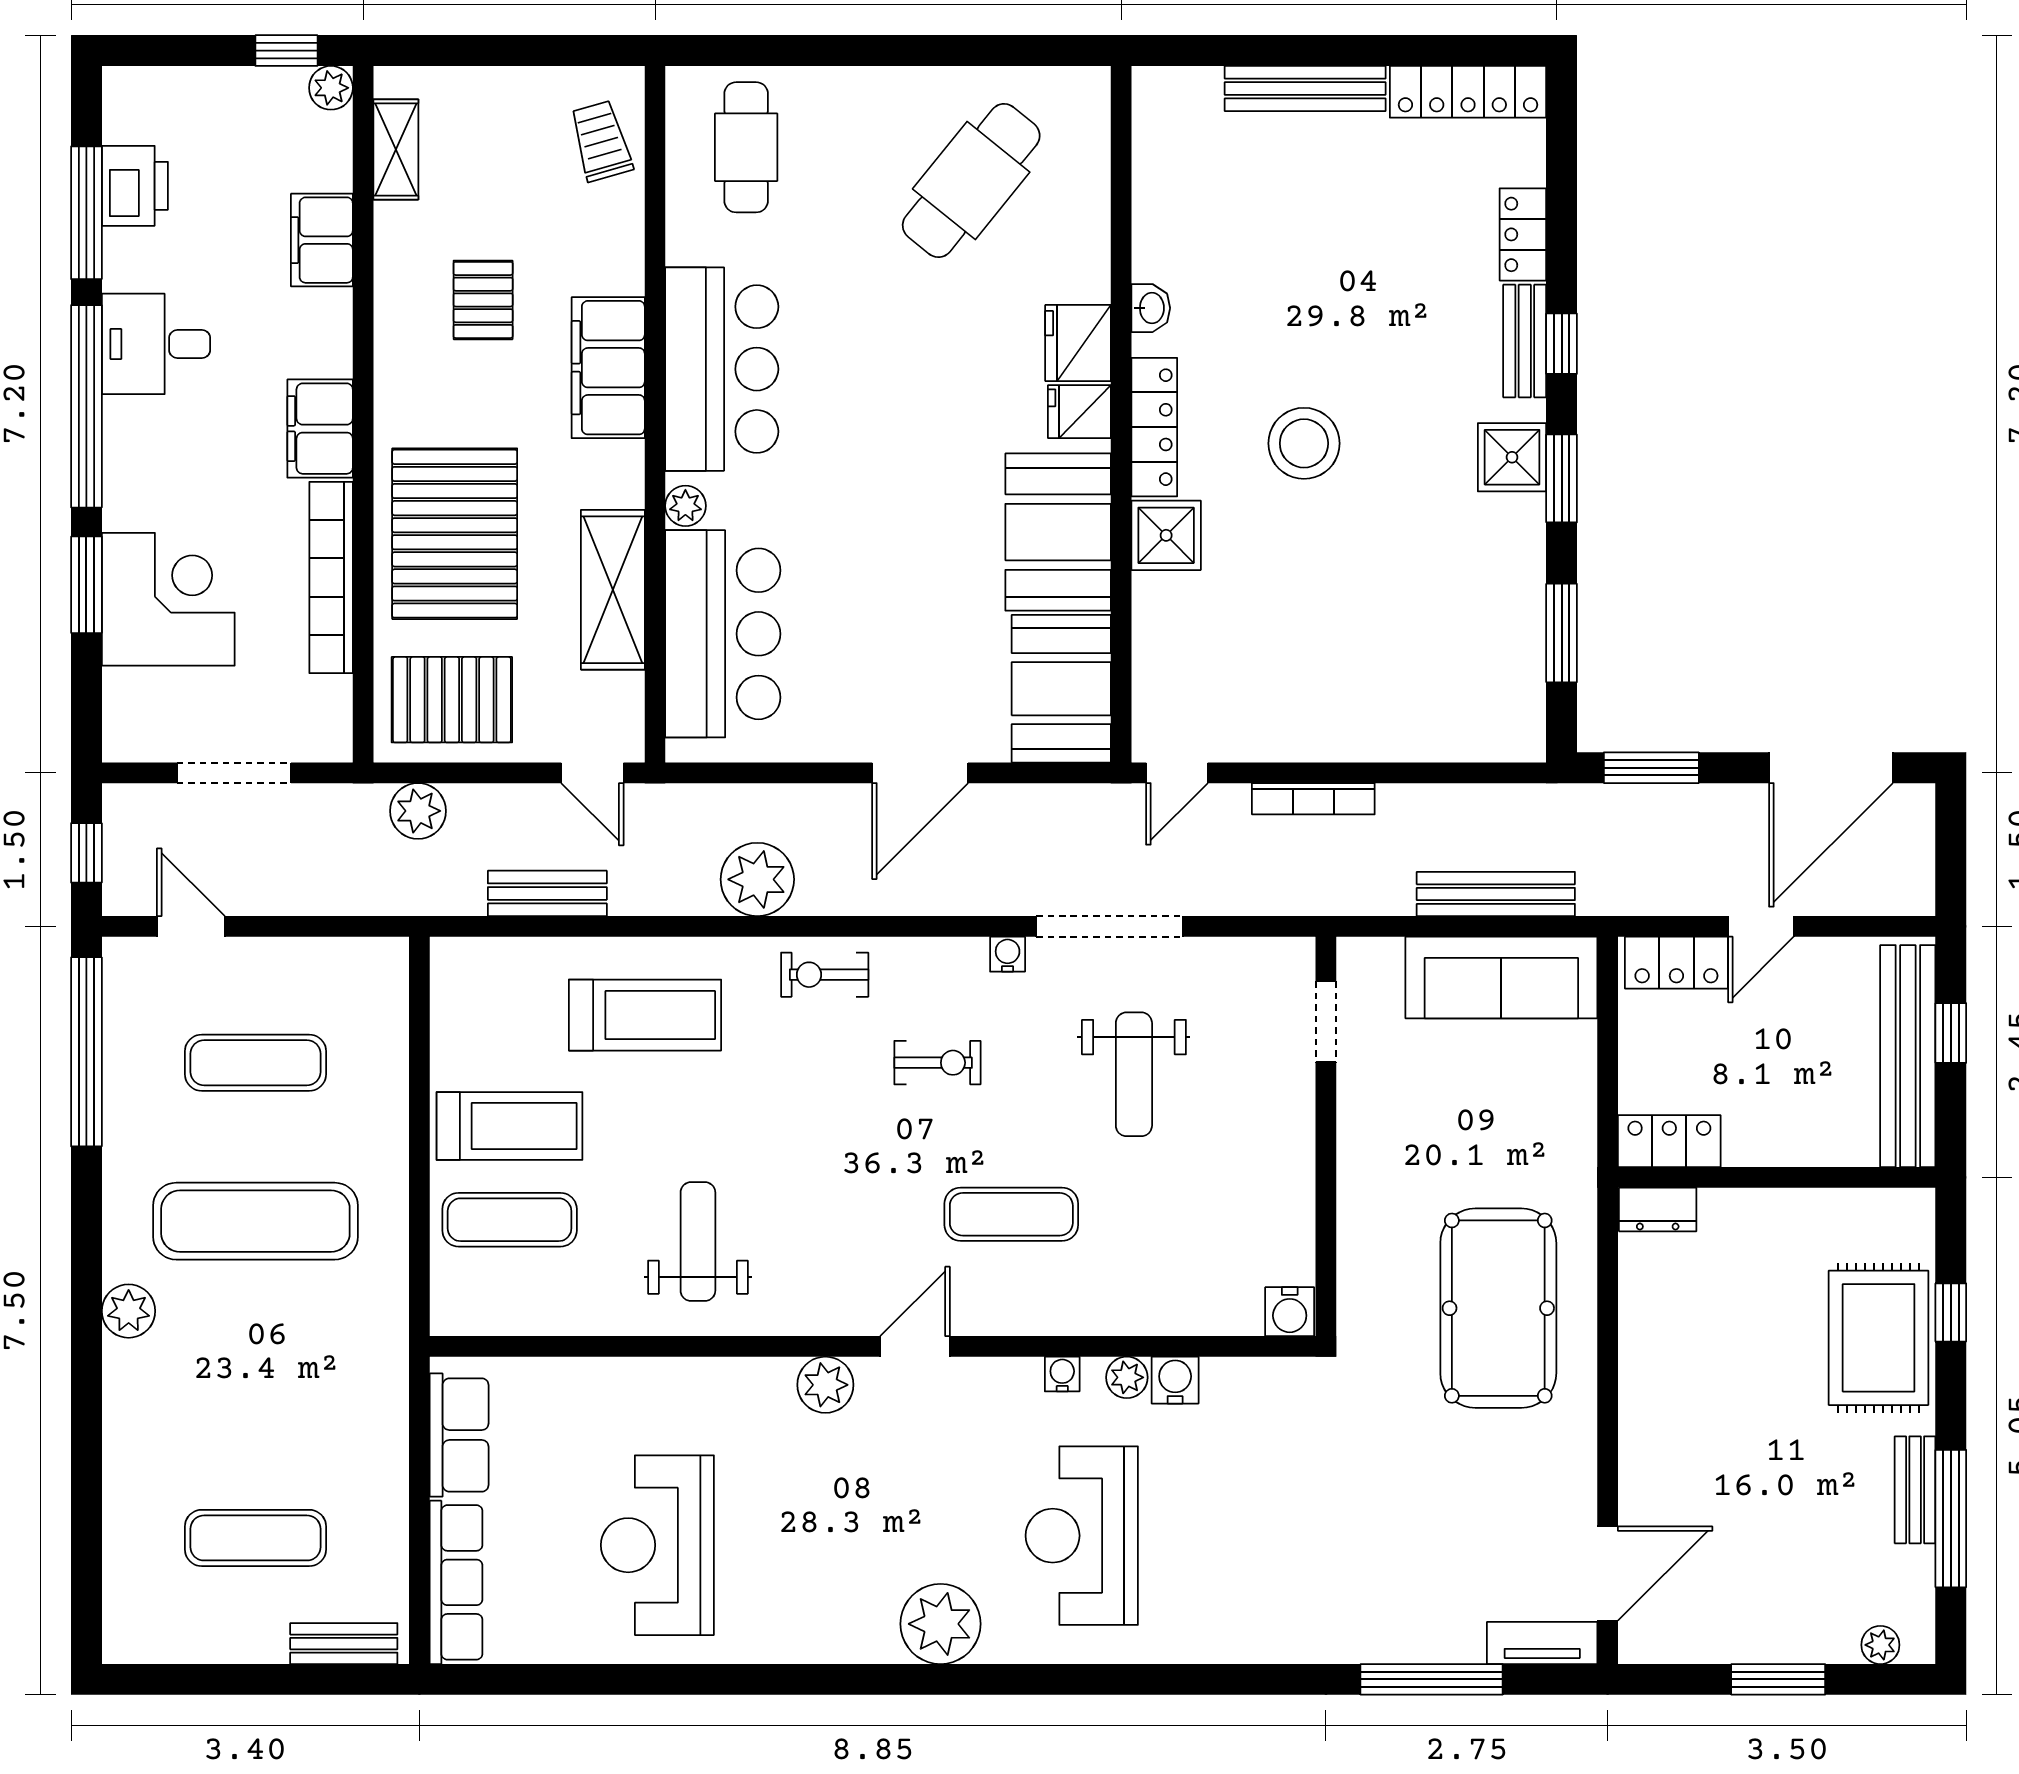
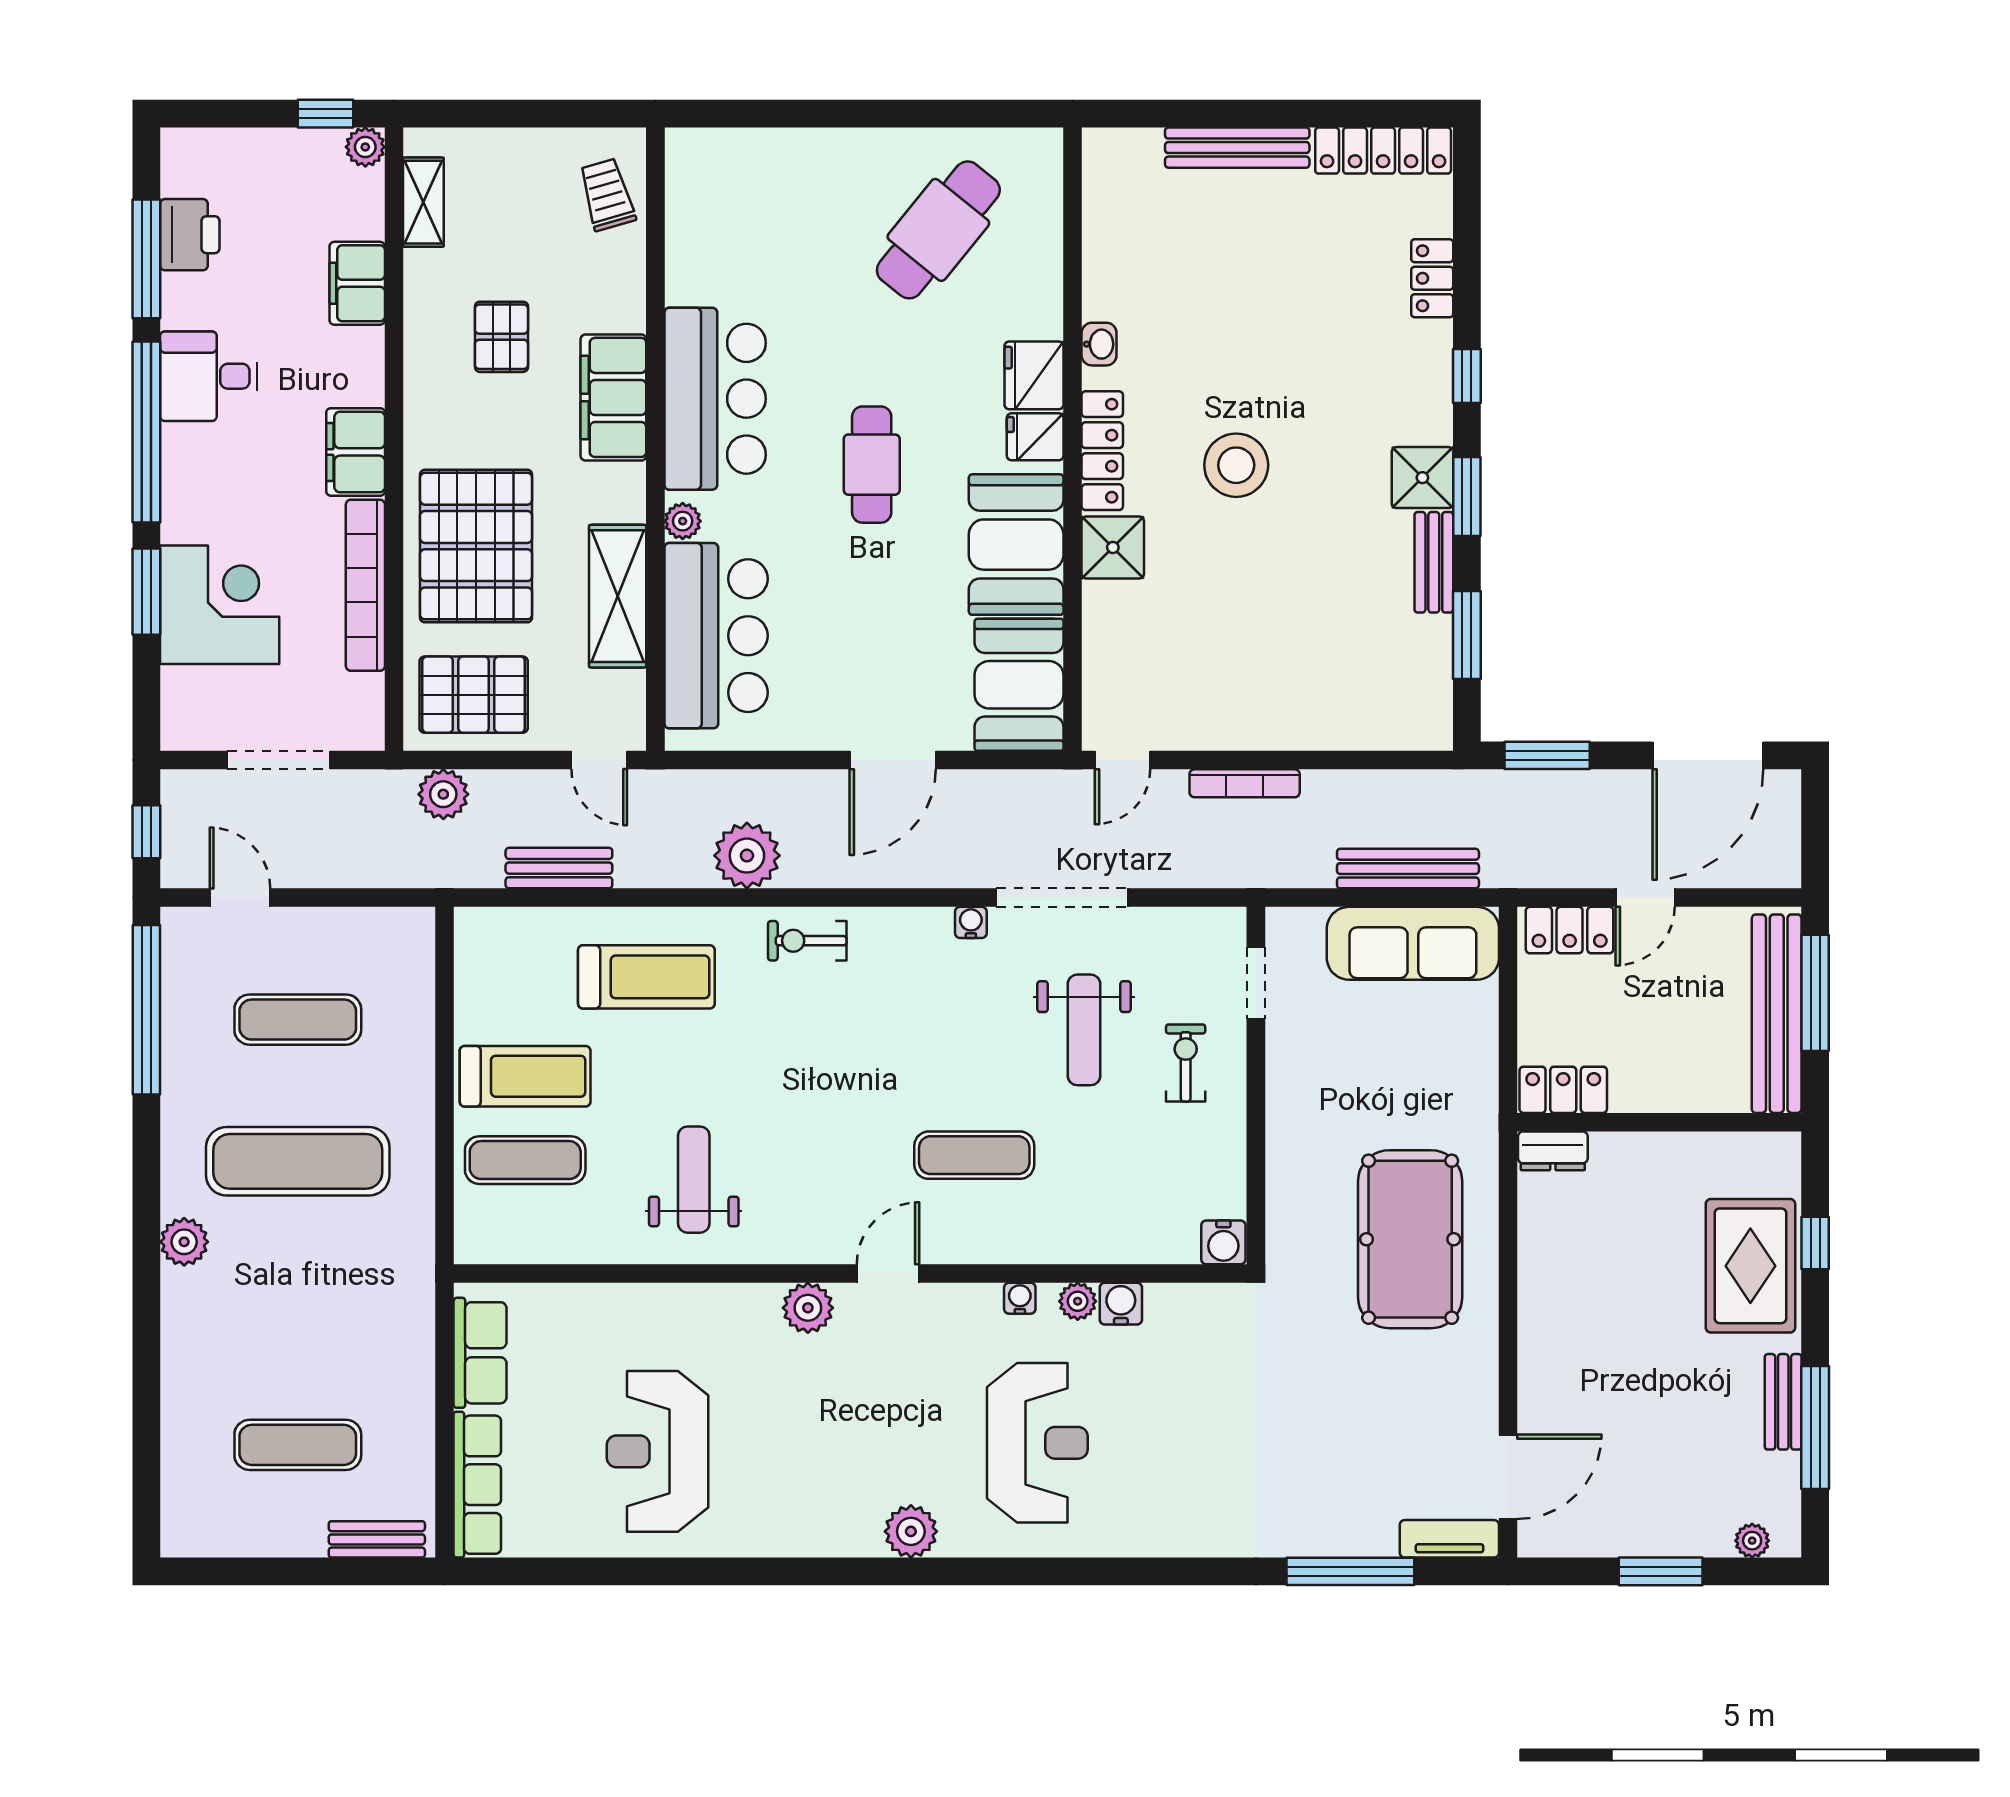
cafe table: (746, 147) -> (872, 465), moved
bench: (1525, 341) -> (1434, 562), moved
window: (1951, 1033) -> (1815, 993), width x2.17
exercise bike: (937, 1063) -> (1186, 1063), moved, turned -90
reception desk: (1082, 1536) -> (1037, 1443), turned 180
plant: (941, 1624) -> (911, 1531), width x0.73, depth x0.73

